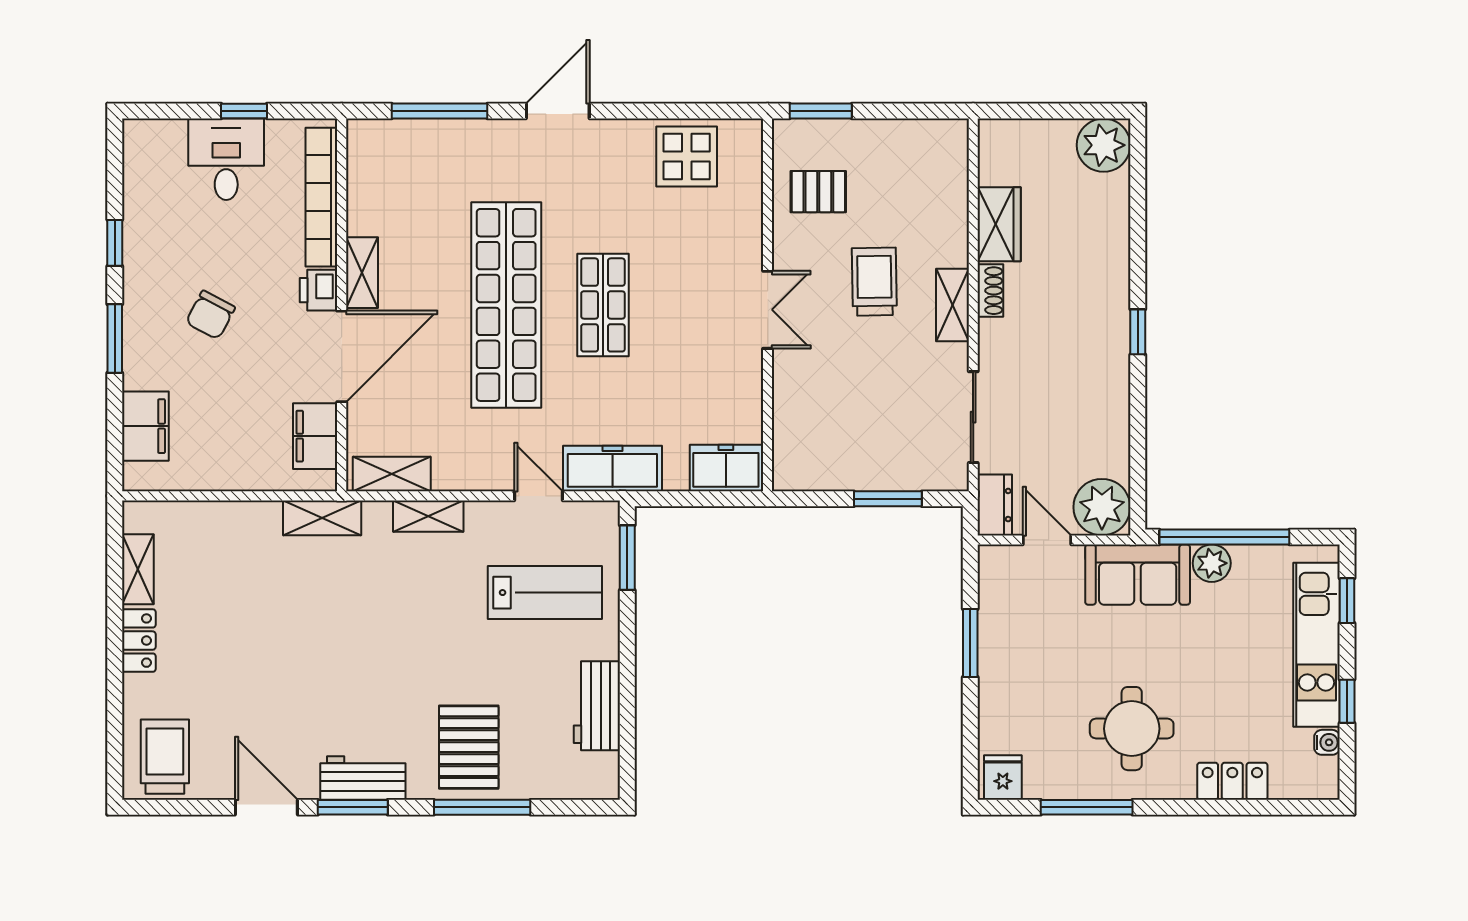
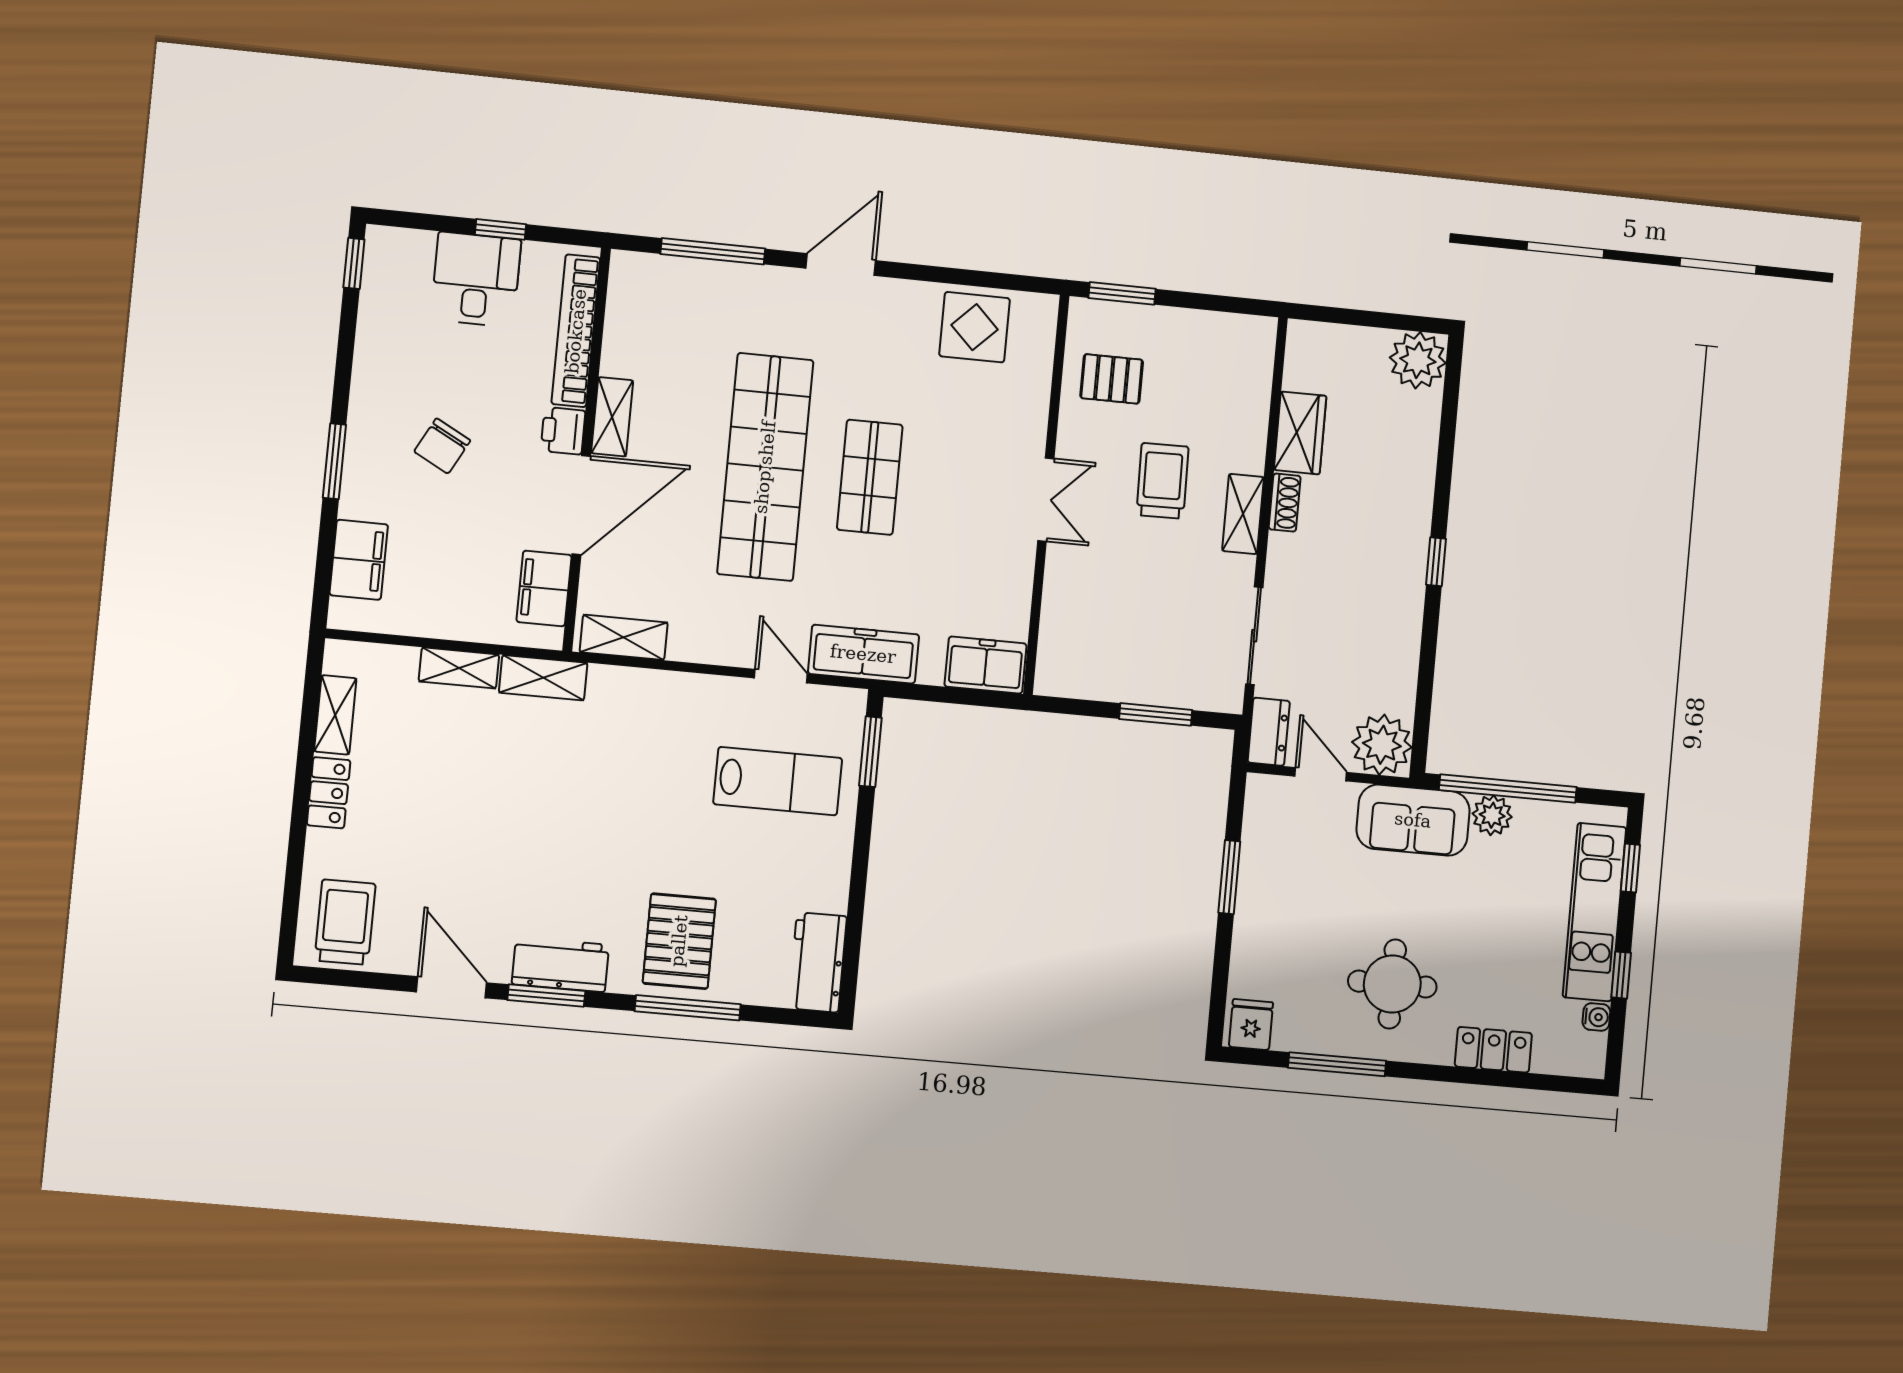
window: (115, 243) -> (354, 263), moved
shelving: (428, 516) -> (459, 668), moved
workbench: (597, 706) -> (818, 962), moved

